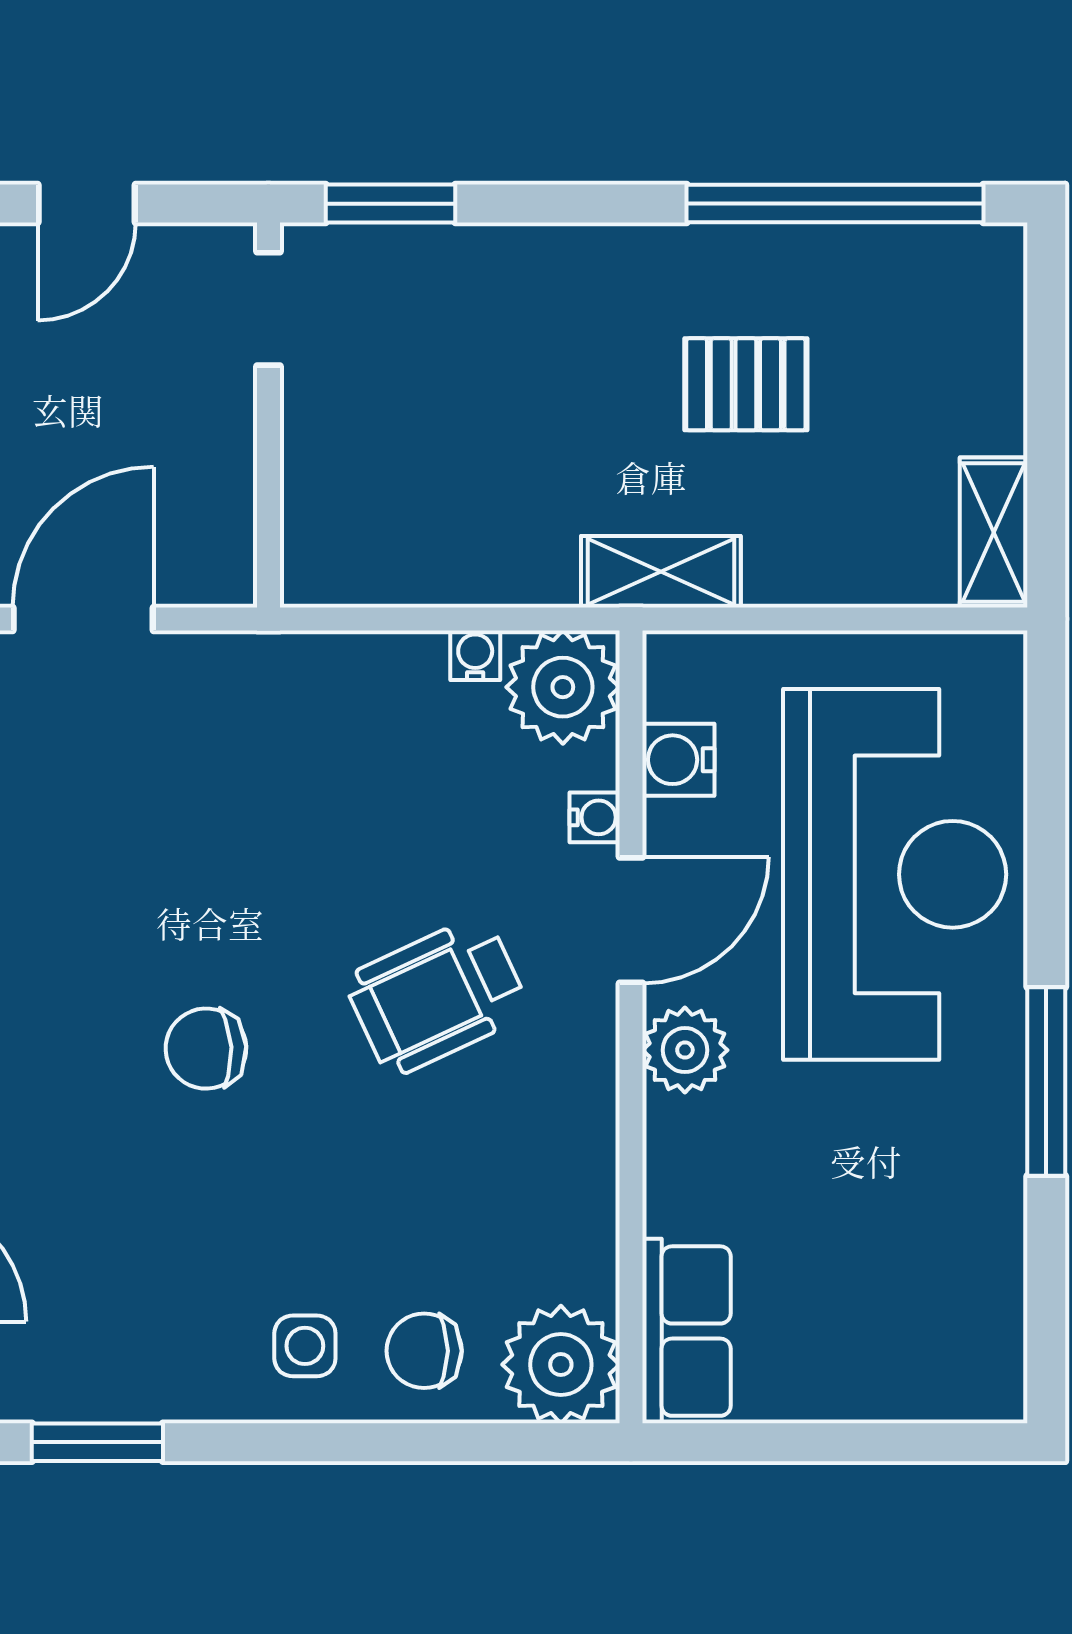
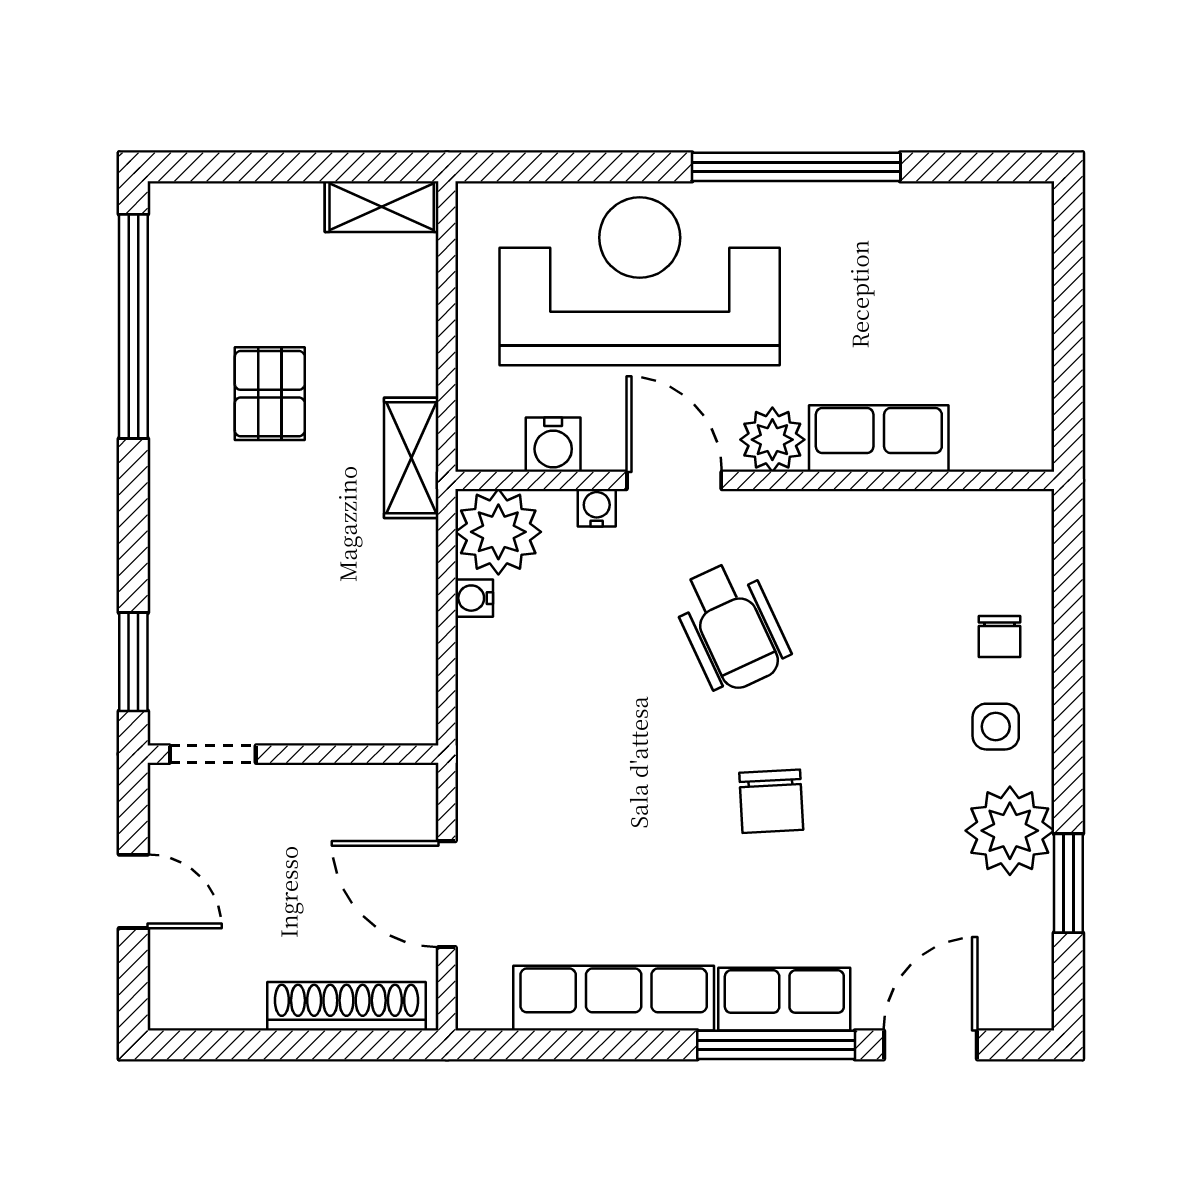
window: (1046, 1081) -> (796, 167), width x1.46
row of seats: (686, 1331) -> (879, 439), moved
chair: (424, 1351) -> (999, 637), width x0.73, depth x0.73
plant: (561, 1365) -> (1010, 831), moved

